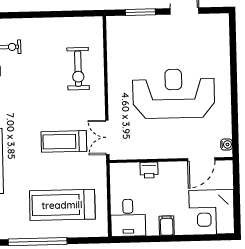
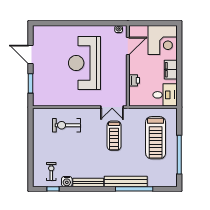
exercise bike: (78, 69) -> (67, 125), turned 180
door: (201, 159) -> (128, 46), hinge flipped
filing cabinet: (167, 226) -> (171, 70), width x2.00

